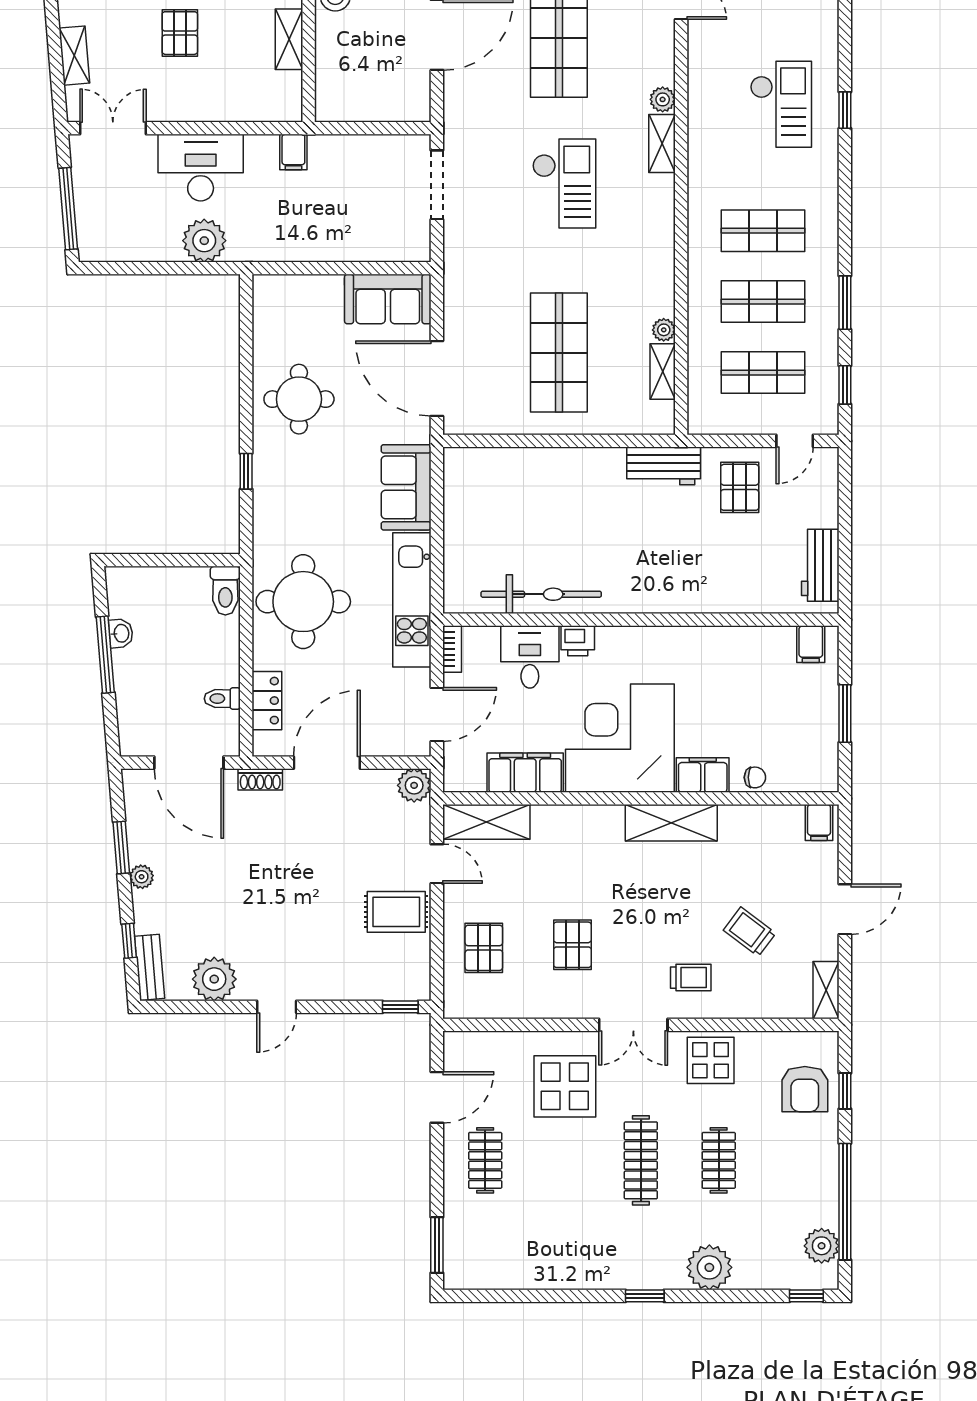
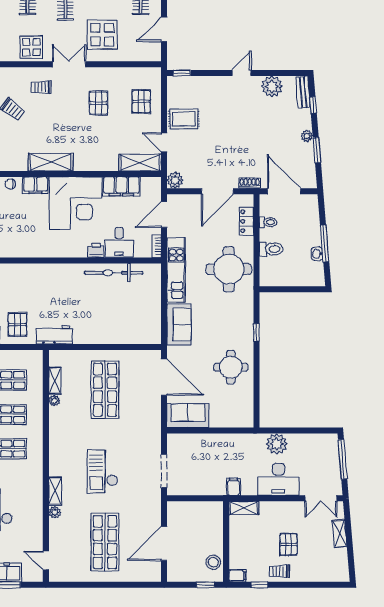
shelving: (289, 39) -> (244, 508), moved, turned 90
toilet: (225, 591) -> (271, 249), moved, turned 90

